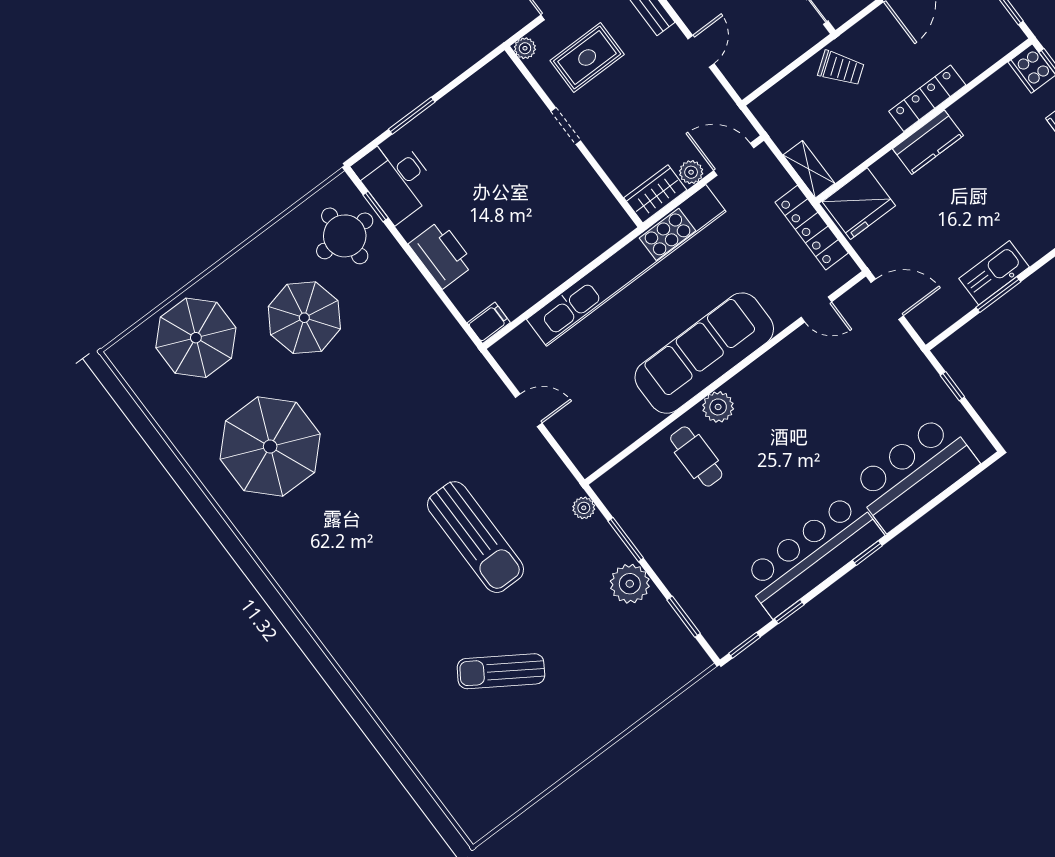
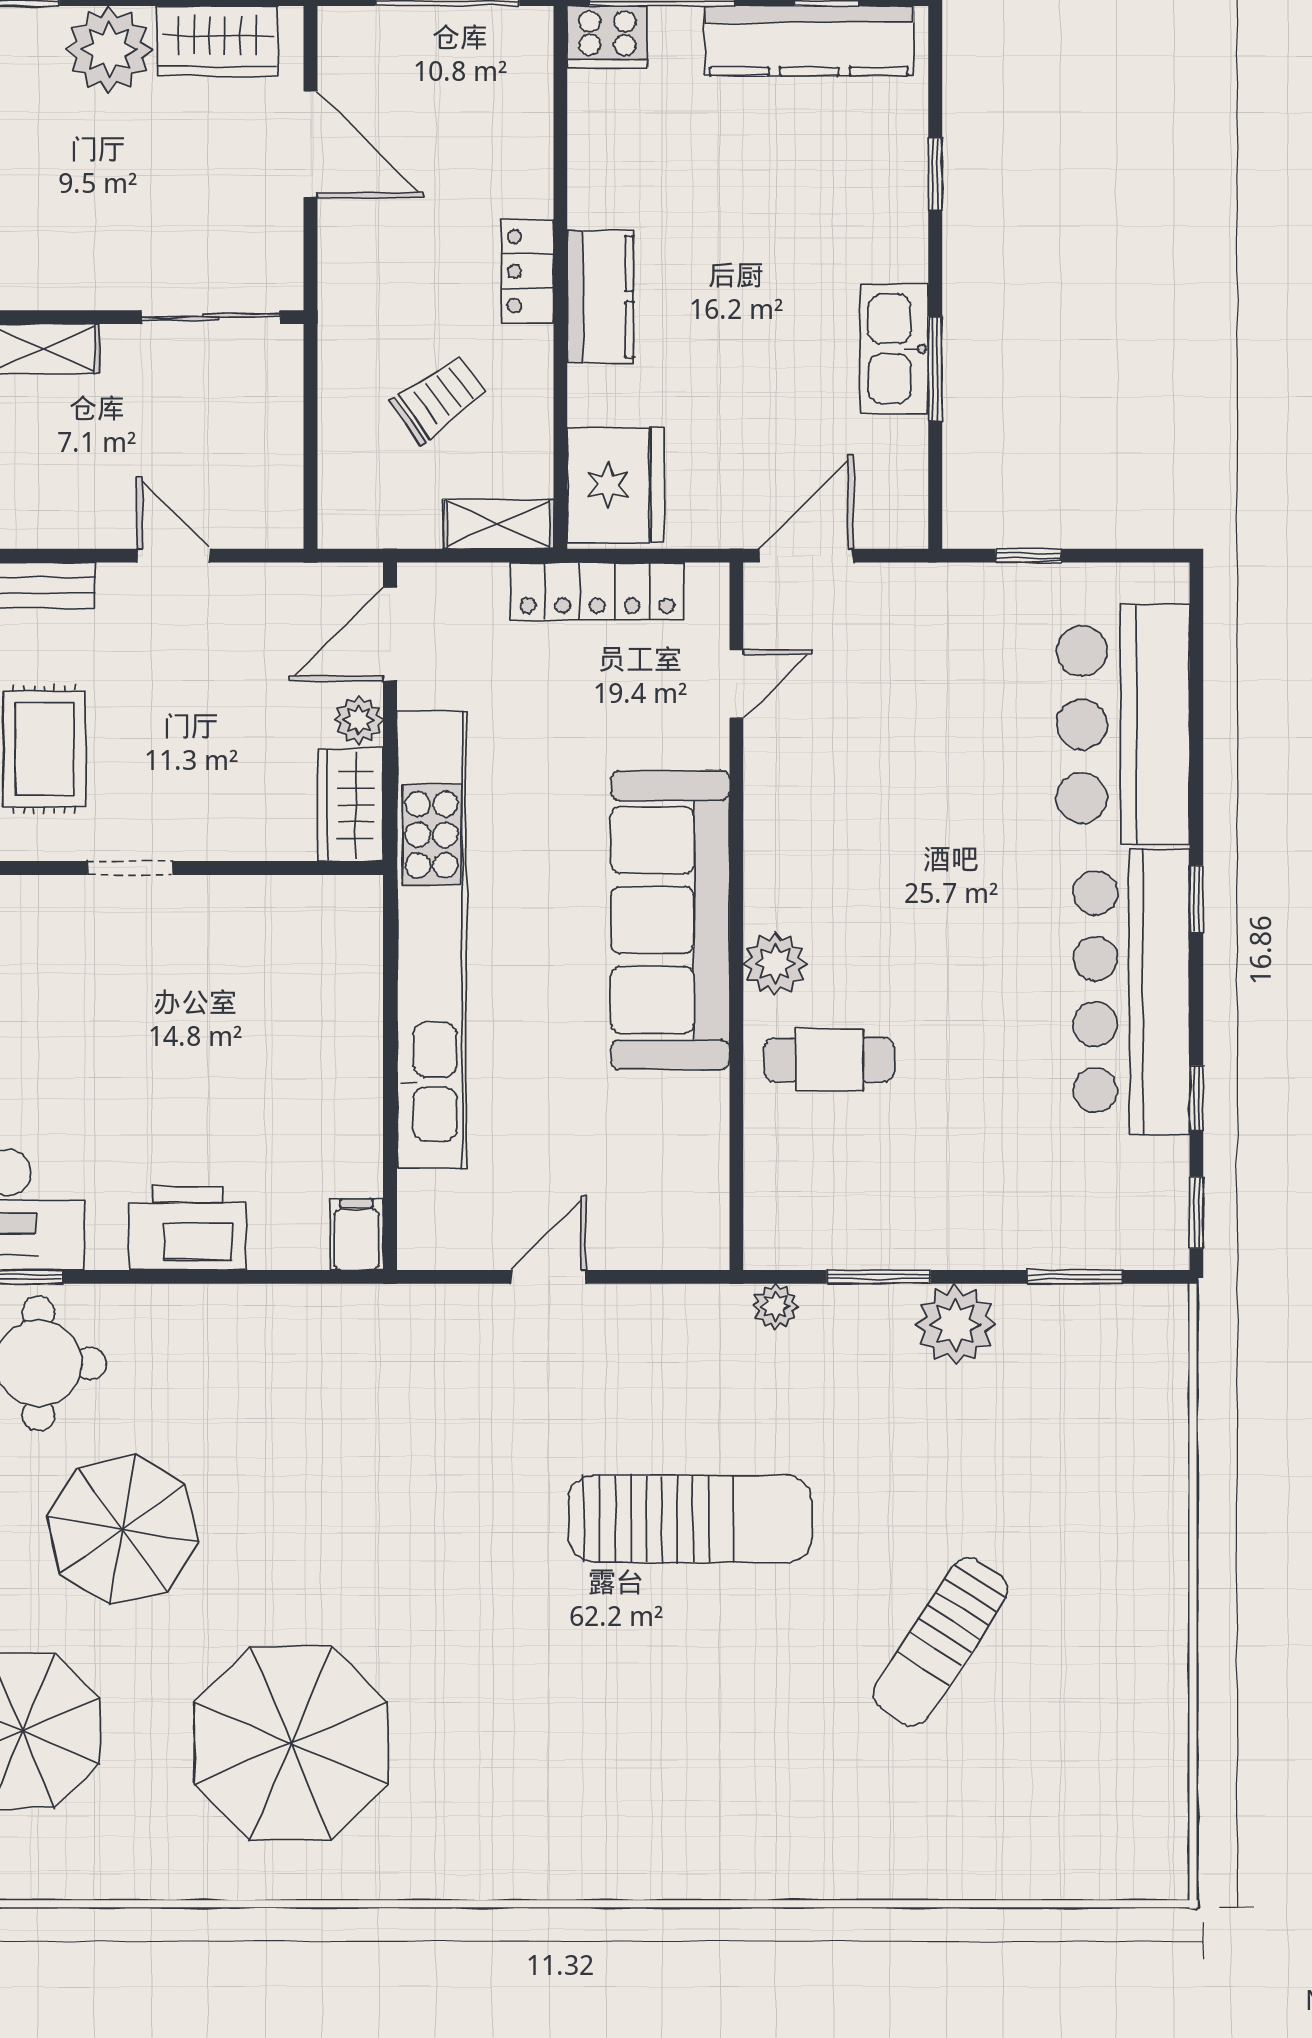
trolley: (841, 68) -> (439, 399), moved
locker: (927, 98) -> (527, 271), width x0.66

